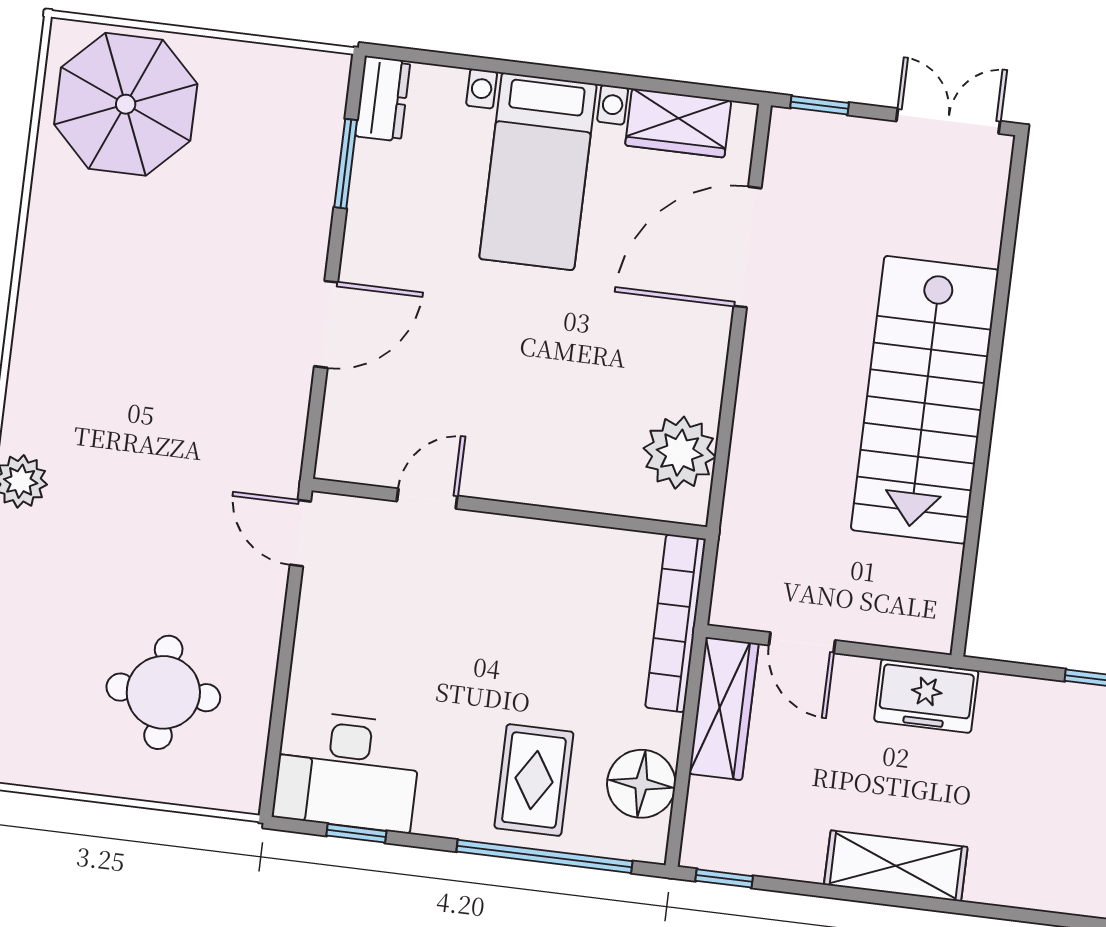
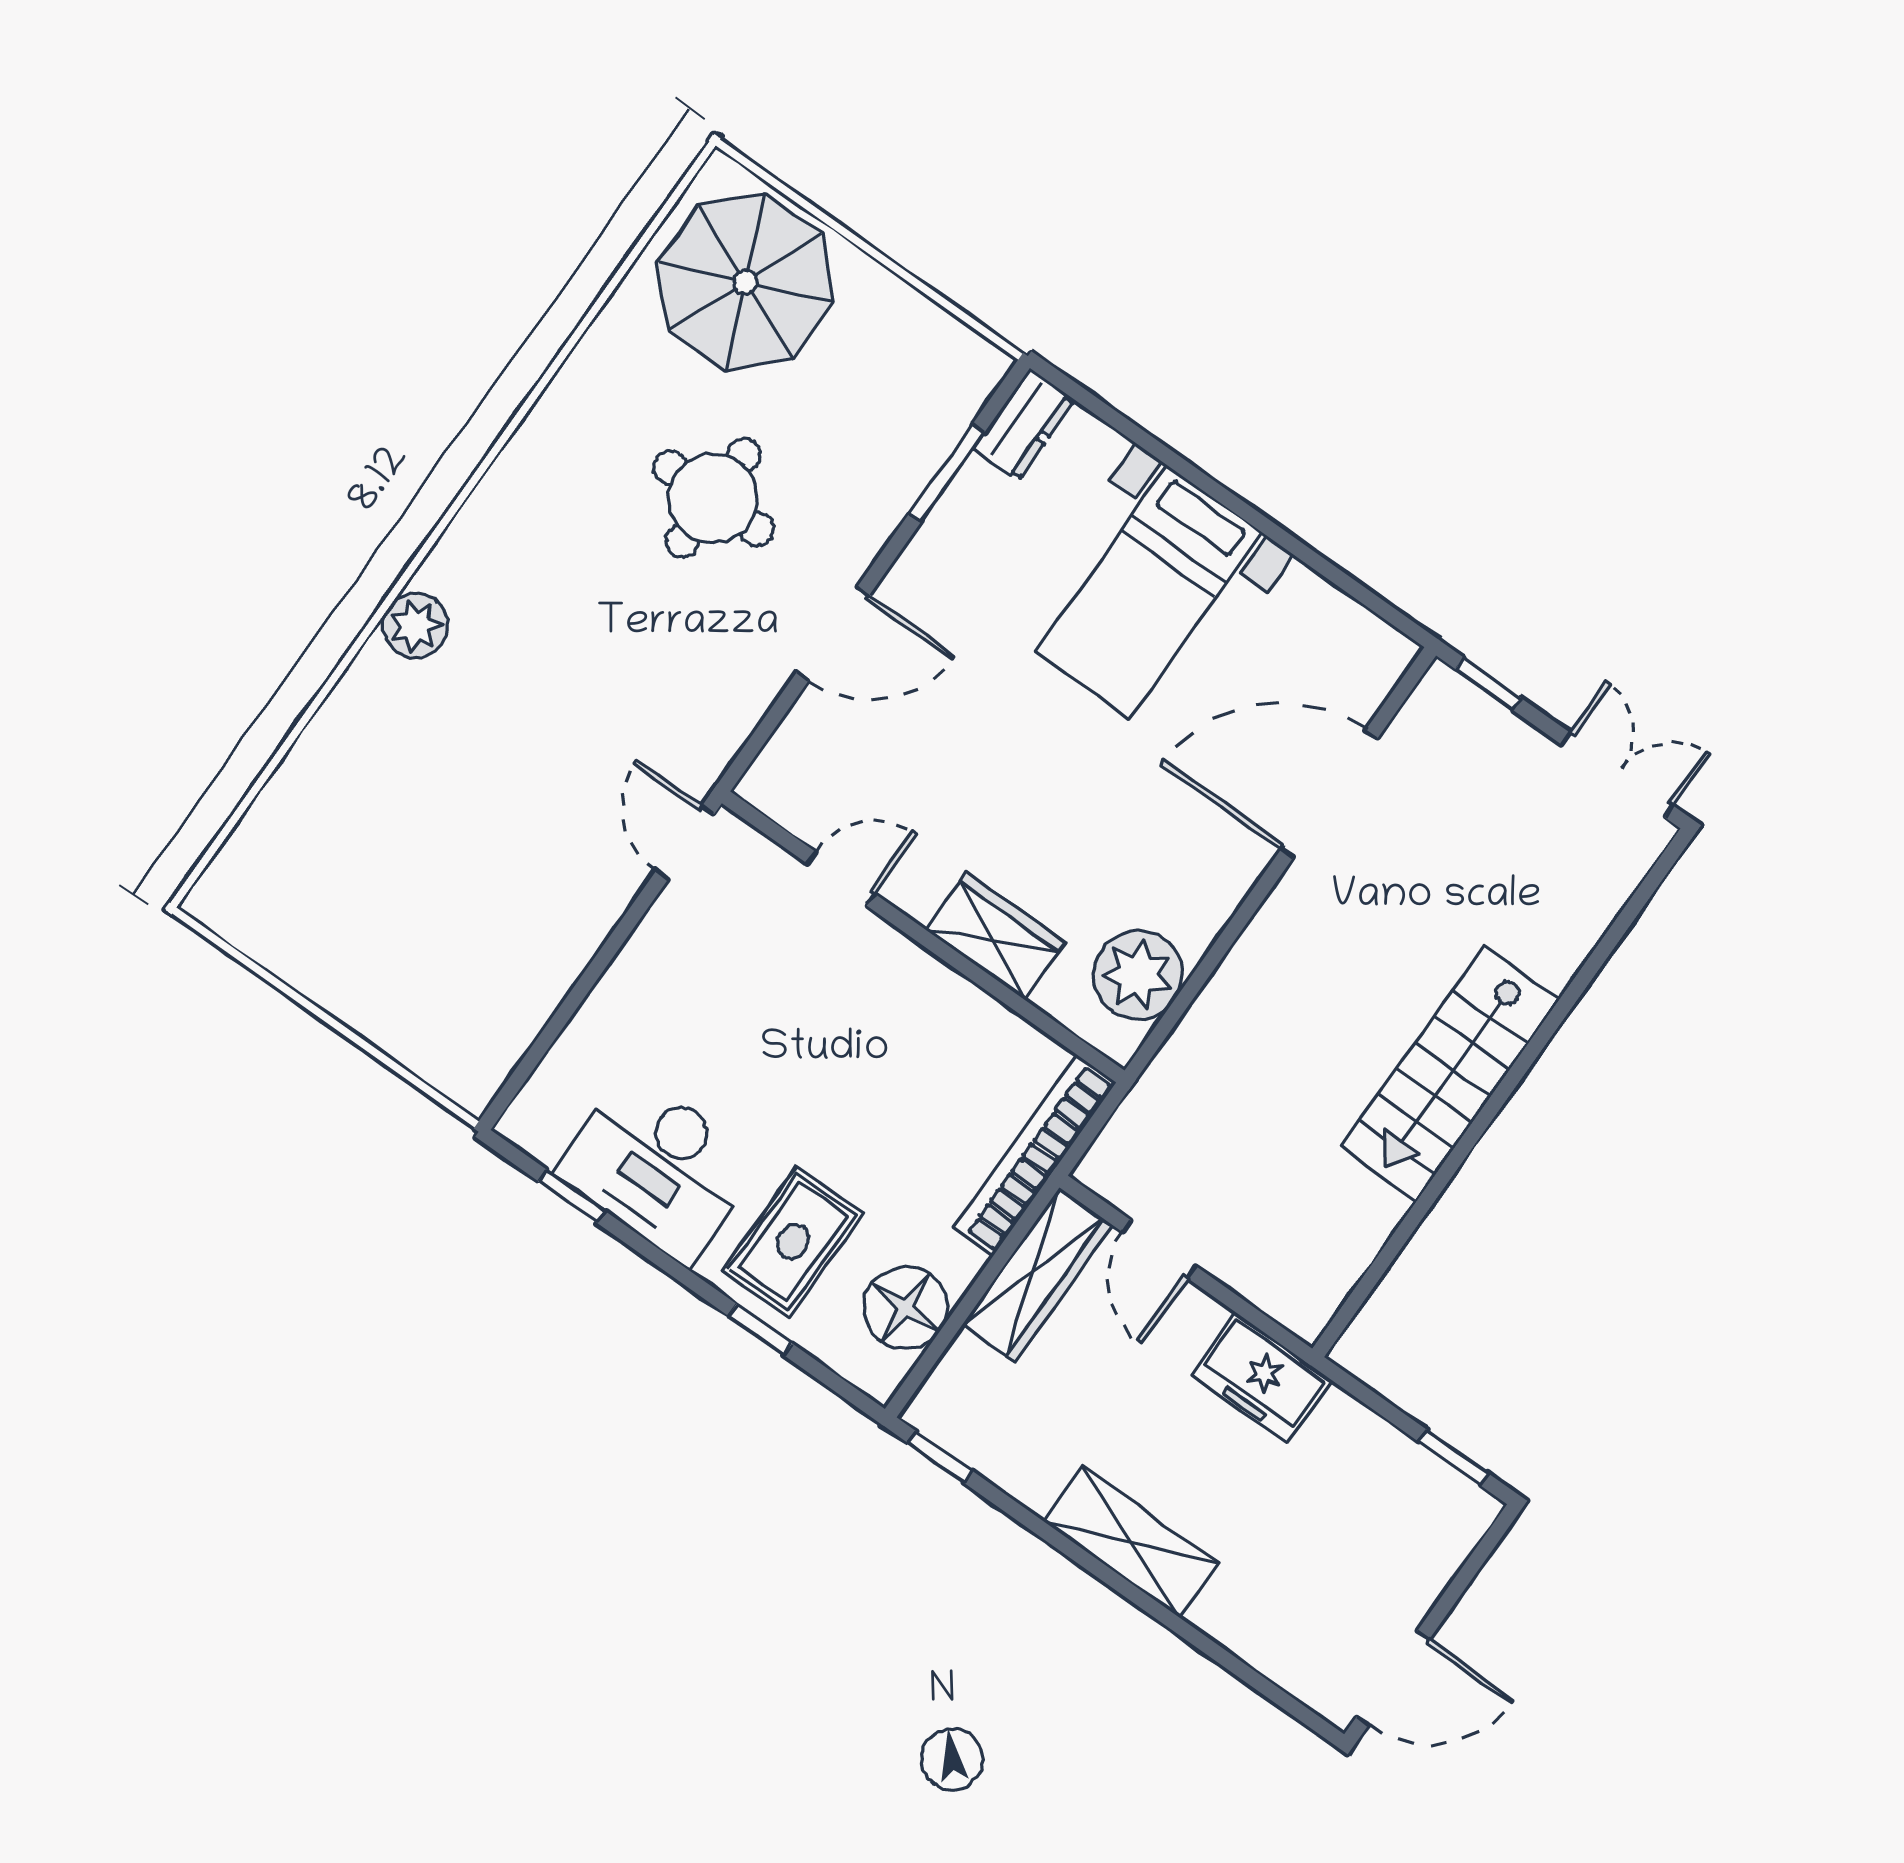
wardrobe: (678, 123) -> (995, 936), moved, turned 180
stairs: (925, 400) -> (1450, 1073), width x0.73, depth x0.66
round table: (163, 692) -> (713, 498), moved
desk: (347, 771) -> (658, 1167), moved
window: (544, 856) -> (760, 1330), width x0.32

